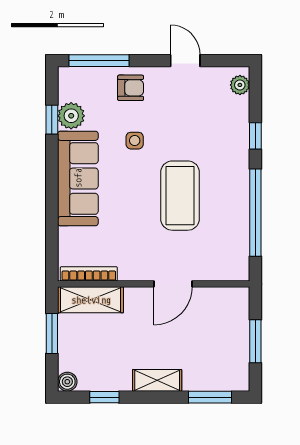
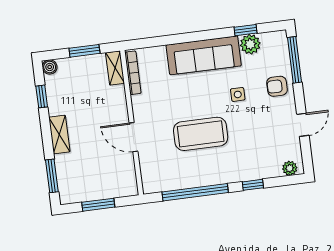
armchair: (131, 88) -> (277, 86), turned 90
shelving: (91, 300) -> (115, 68), width x0.67, depth x0.75

